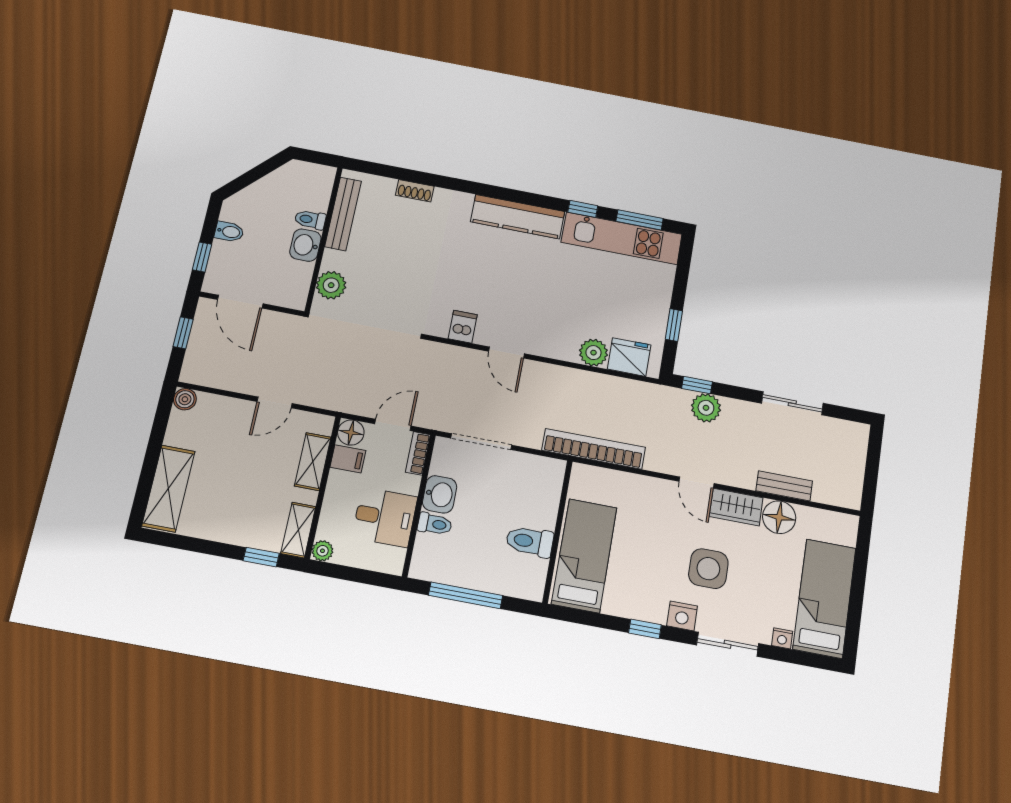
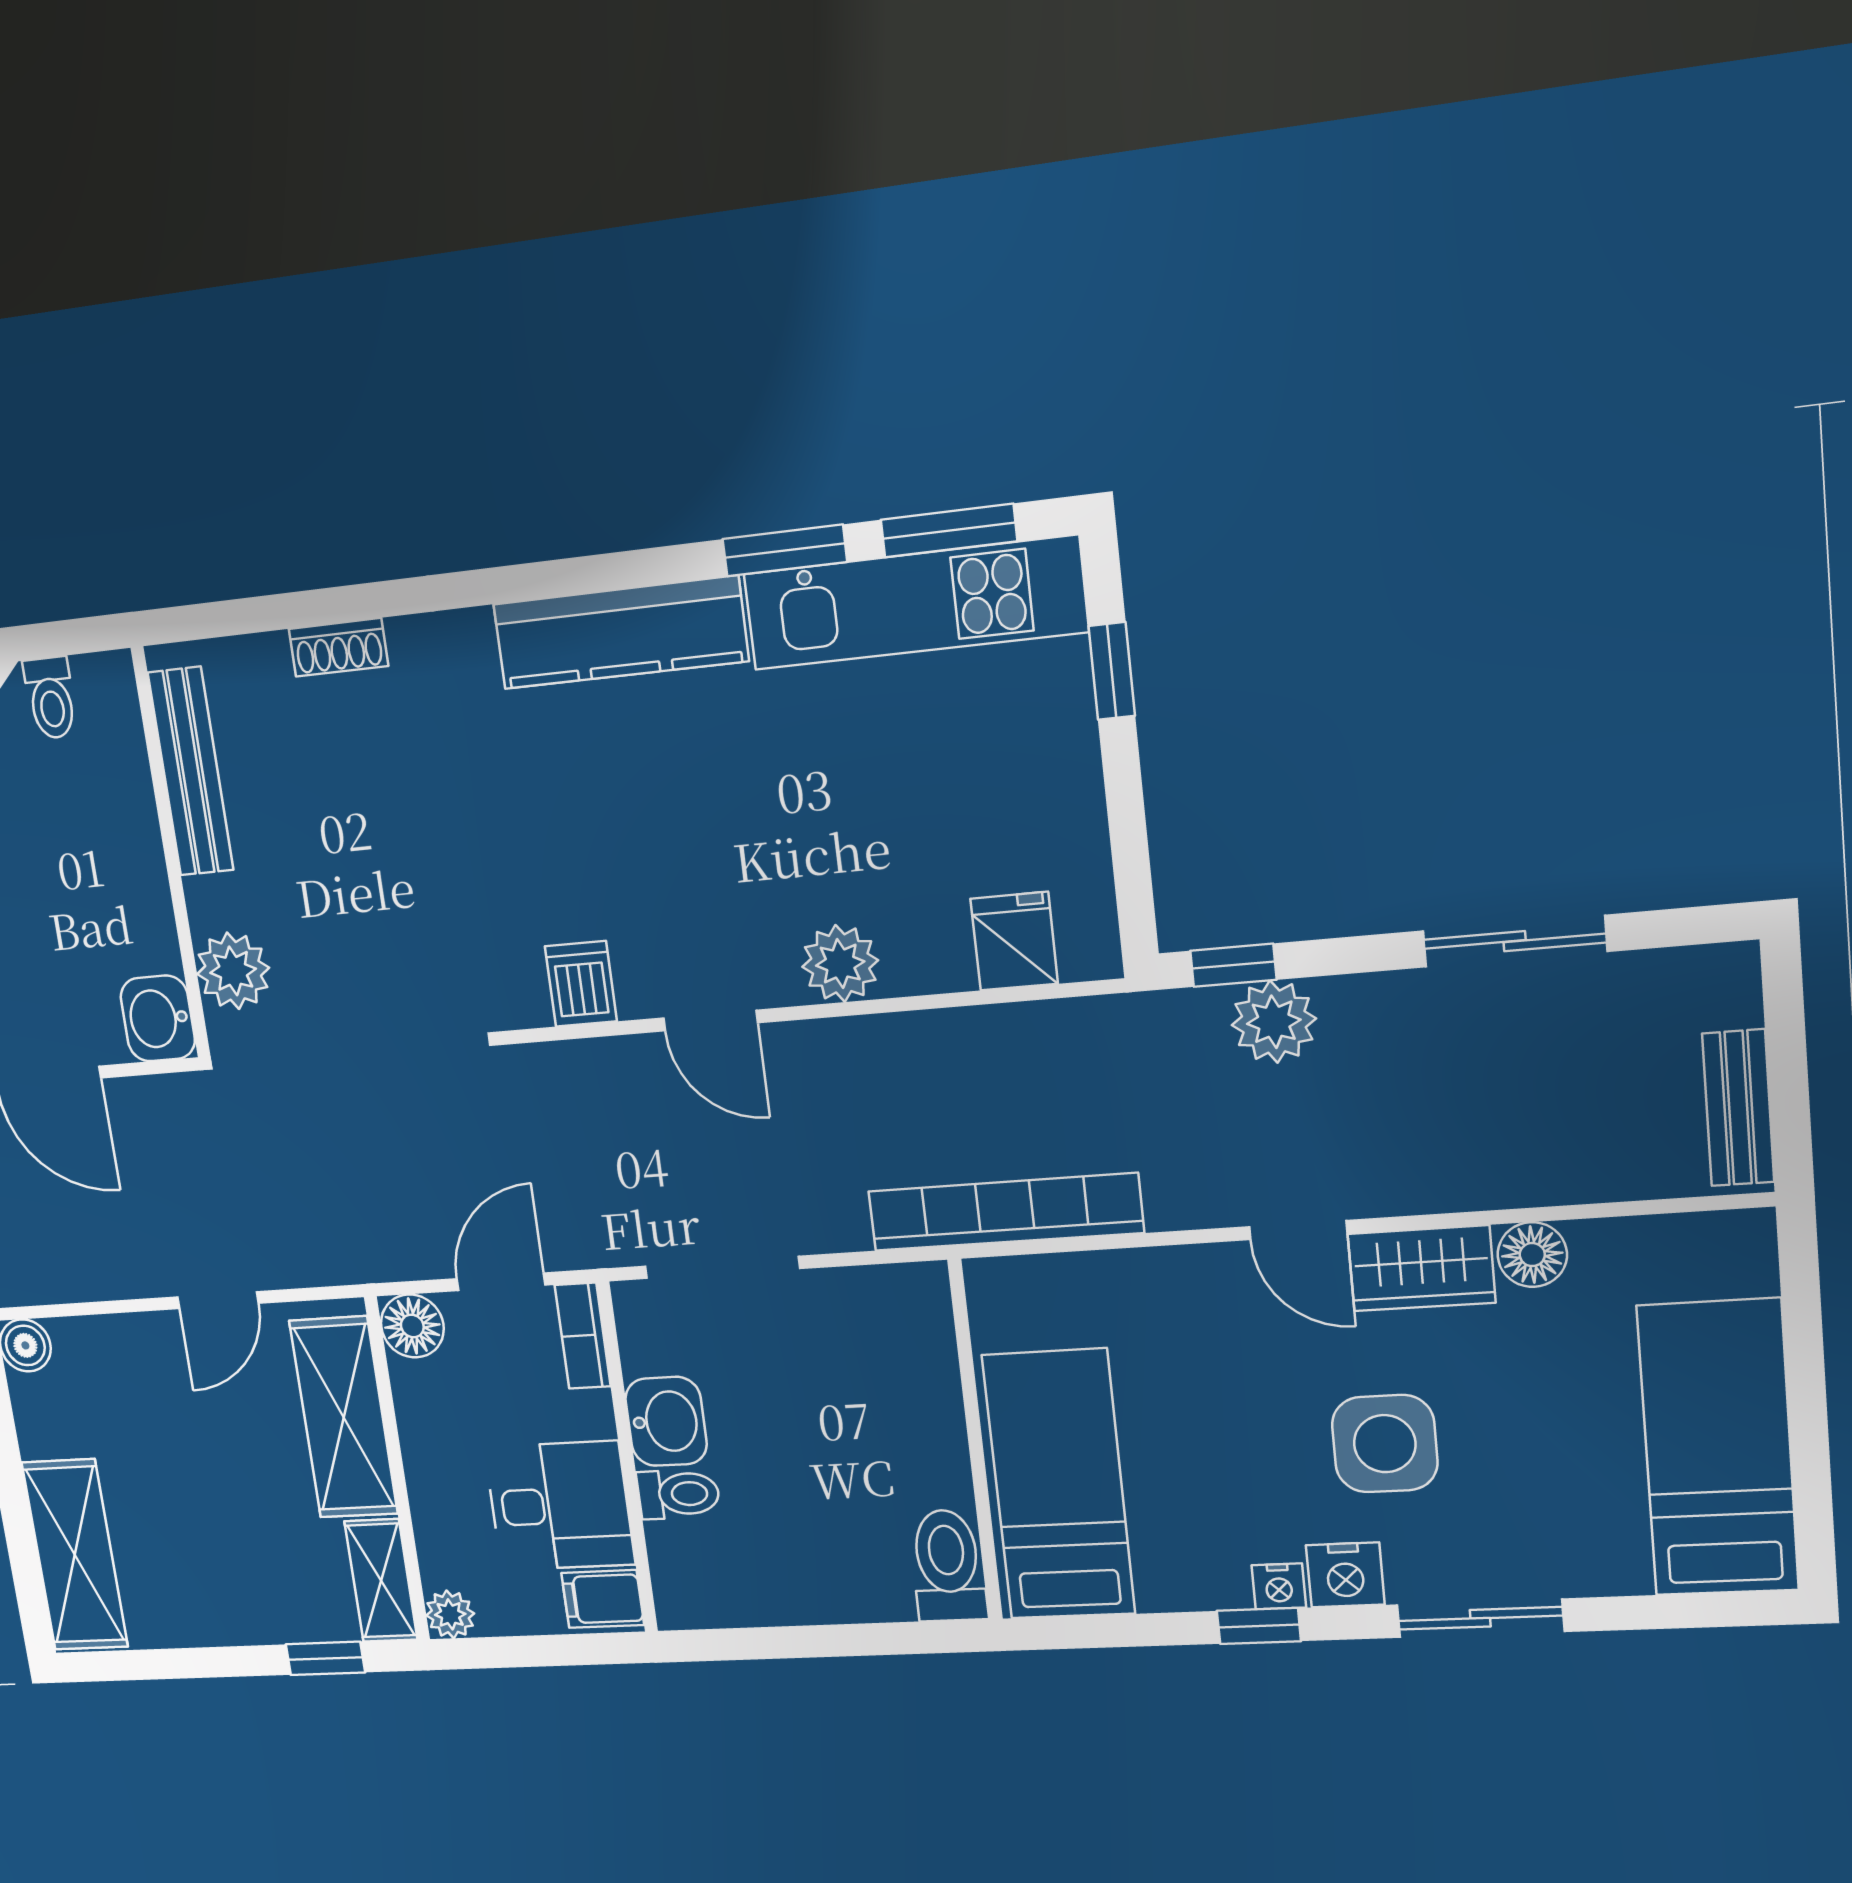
window: (583, 209) -> (785, 550), width x1.50
toilet: (310, 220) -> (51, 698), moved, turned -90
washbasin: (305, 245) -> (158, 1018), moved
window: (674, 325) -> (1112, 671), moved
plant: (593, 353) -> (840, 964), moved
fridge: (629, 357) -> (1014, 941), width x0.72
filing cabinet: (348, 459) -> (603, 1599), moved, turned 180
shelving: (313, 462) -> (344, 1417), width x1.50, depth x1.33
bench: (784, 486) -> (1738, 1108), moved, turned 90
floor lamp: (779, 517) -> (1532, 1255), width x0.73, depth x0.73
toilet: (530, 541) -> (948, 1565), moved, turned 90
window: (466, 595) -> (804, 1642), removed
nightstand: (782, 638) -> (1279, 1586), moved

